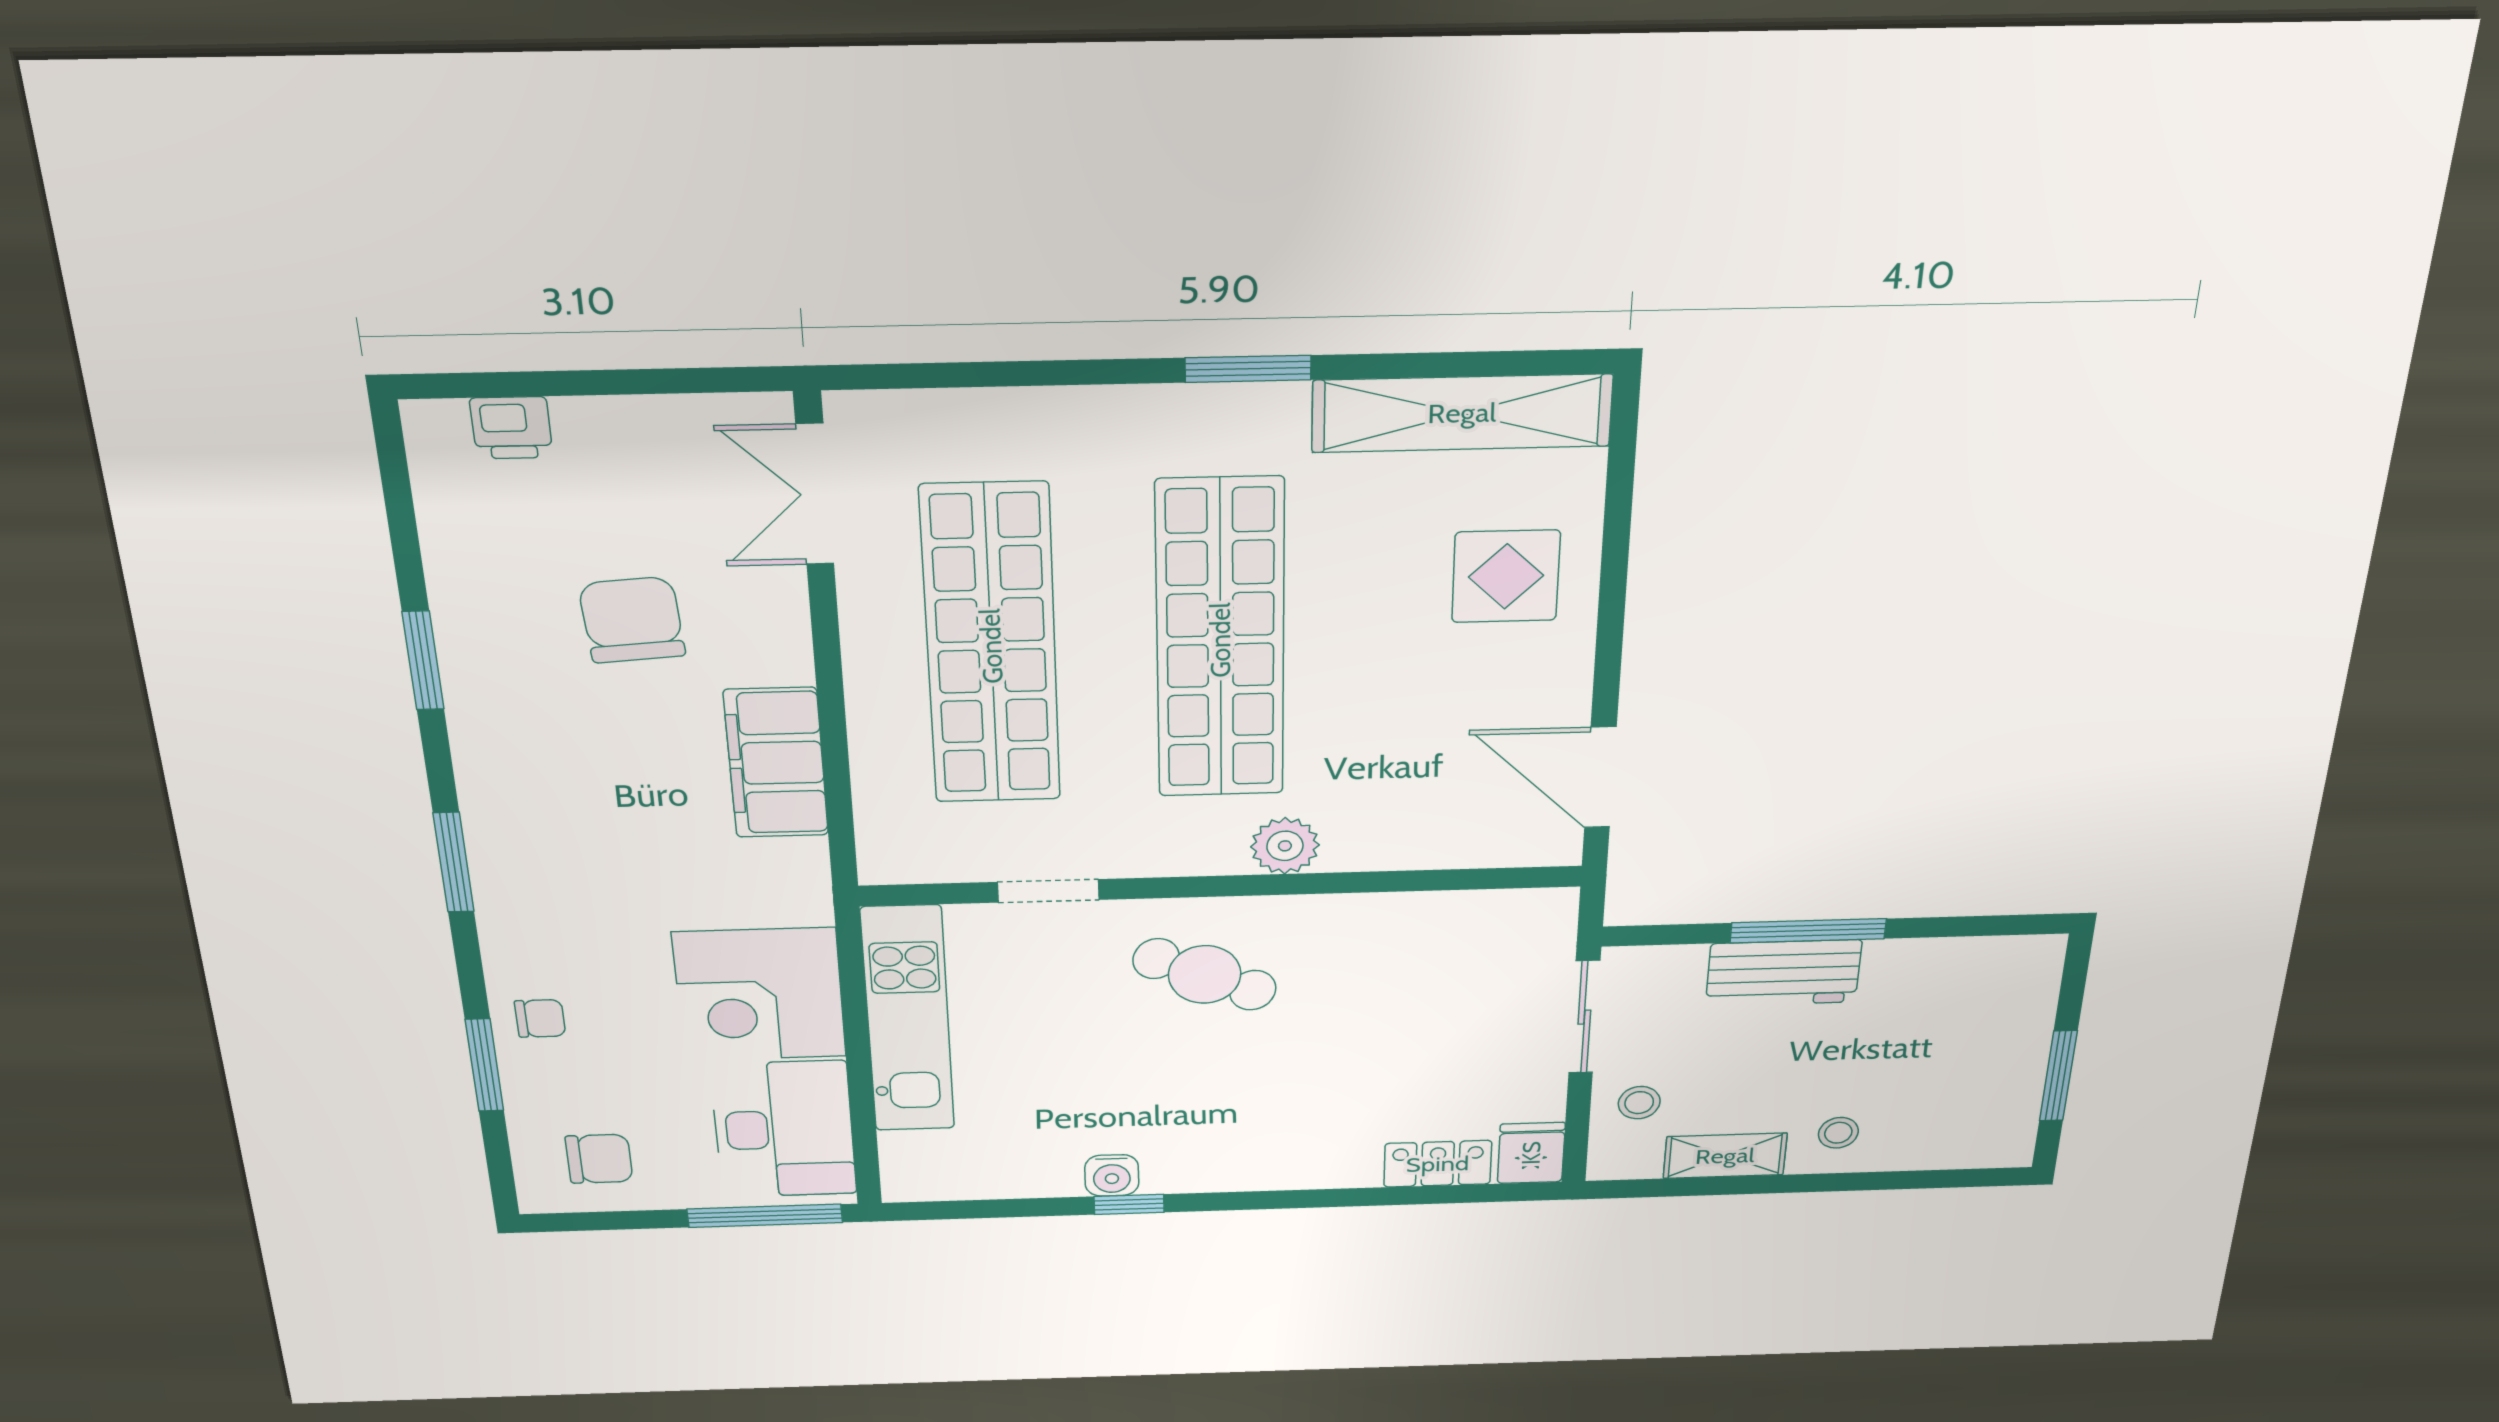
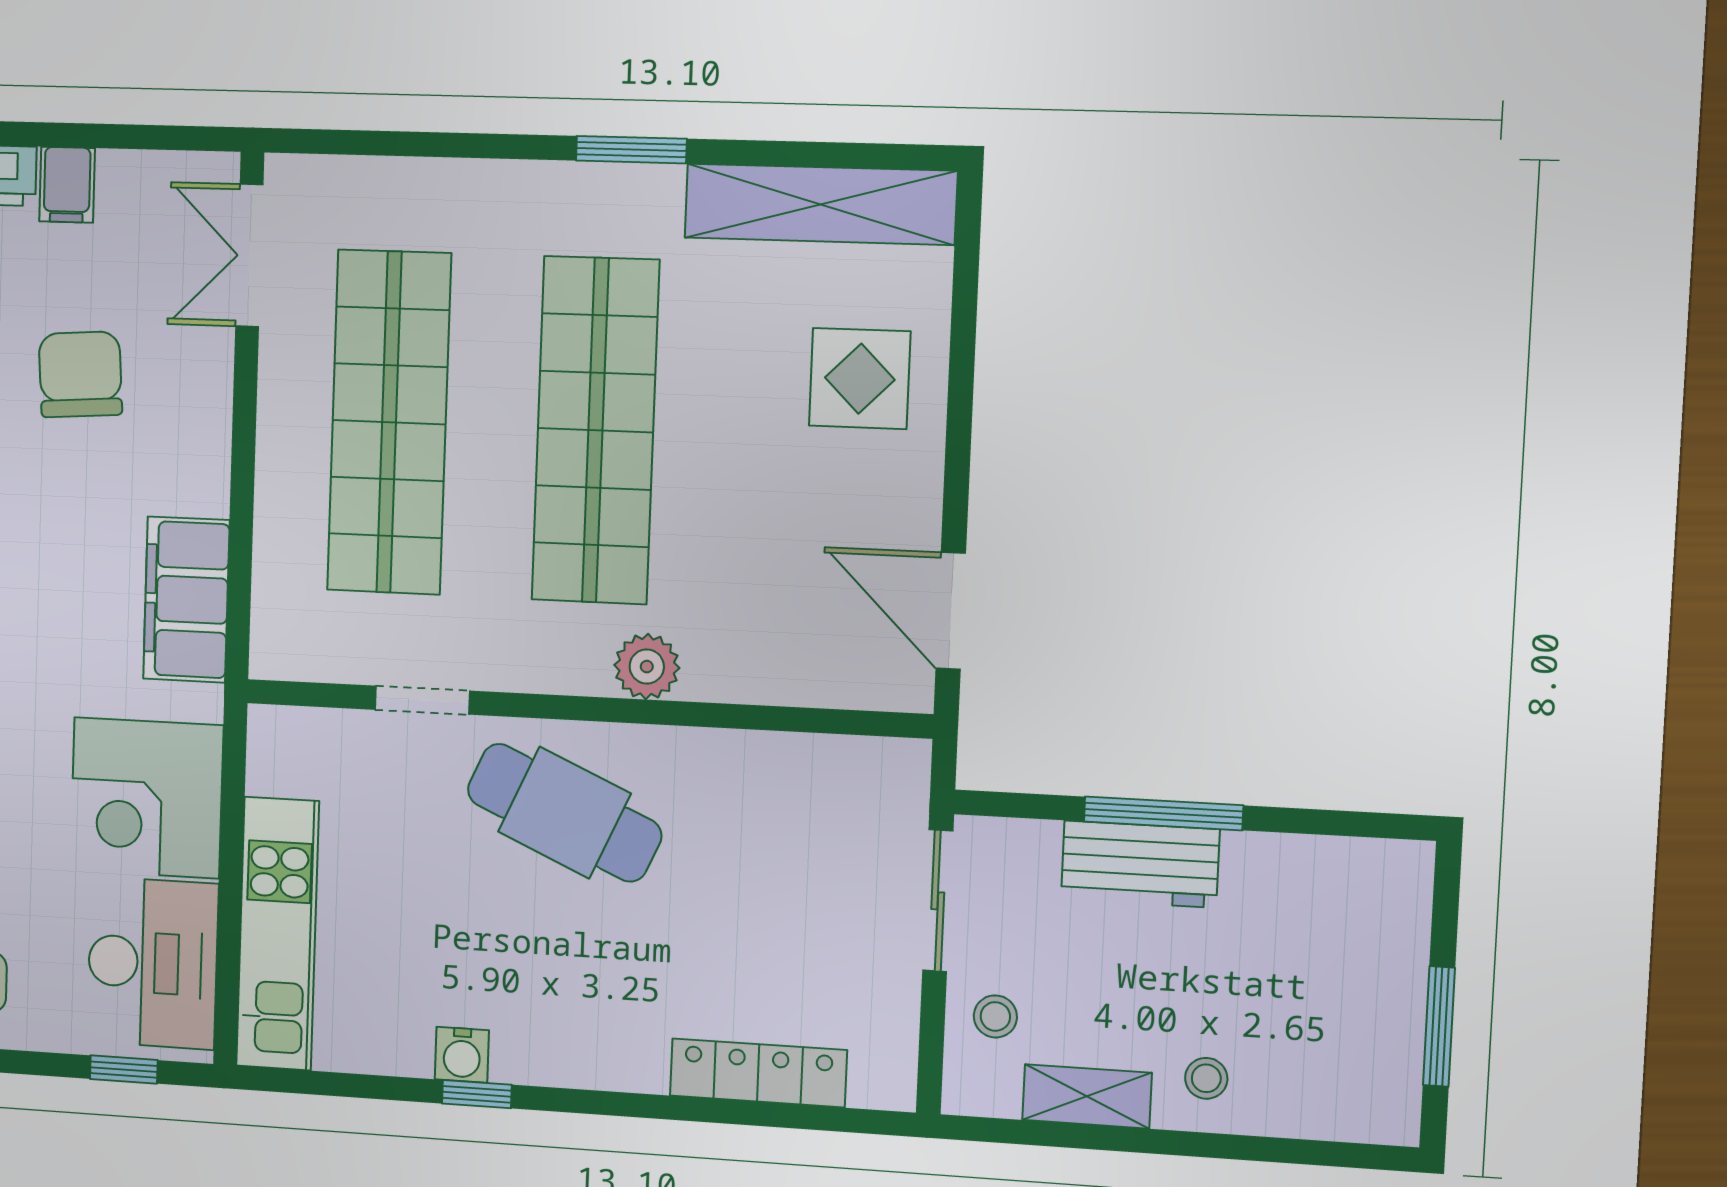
filing cabinet: (589, 434) -> (67, 185), added
filing cabinet: (776, 763) -> (186, 600), moved
cafe table: (1205, 974) -> (564, 813), width x1.37, depth x1.35
kitchen unit: (908, 1020) -> (278, 934), moved
fridge: (1531, 1153) -> (884, 1071), removed
locker: (1438, 1164) -> (758, 1073), width x1.53
window: (765, 1216) -> (124, 1069), width x0.46

